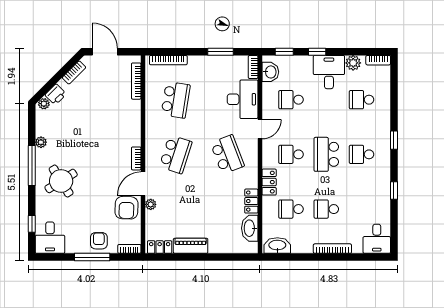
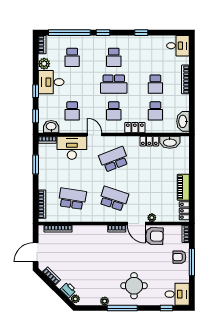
window: (394, 96) -> (69, 33), added
round table: (61, 181) -> (134, 286), turned 32

